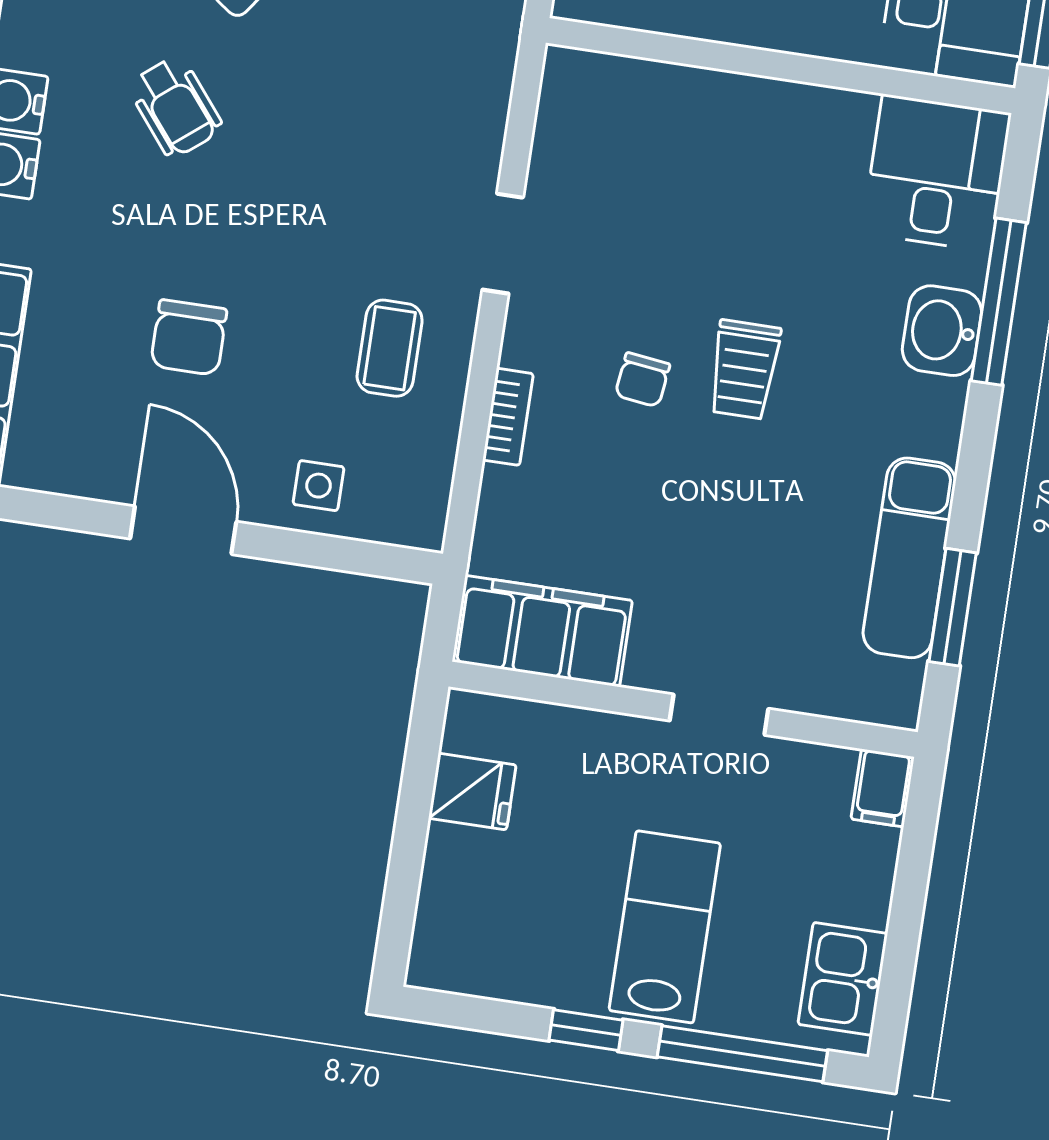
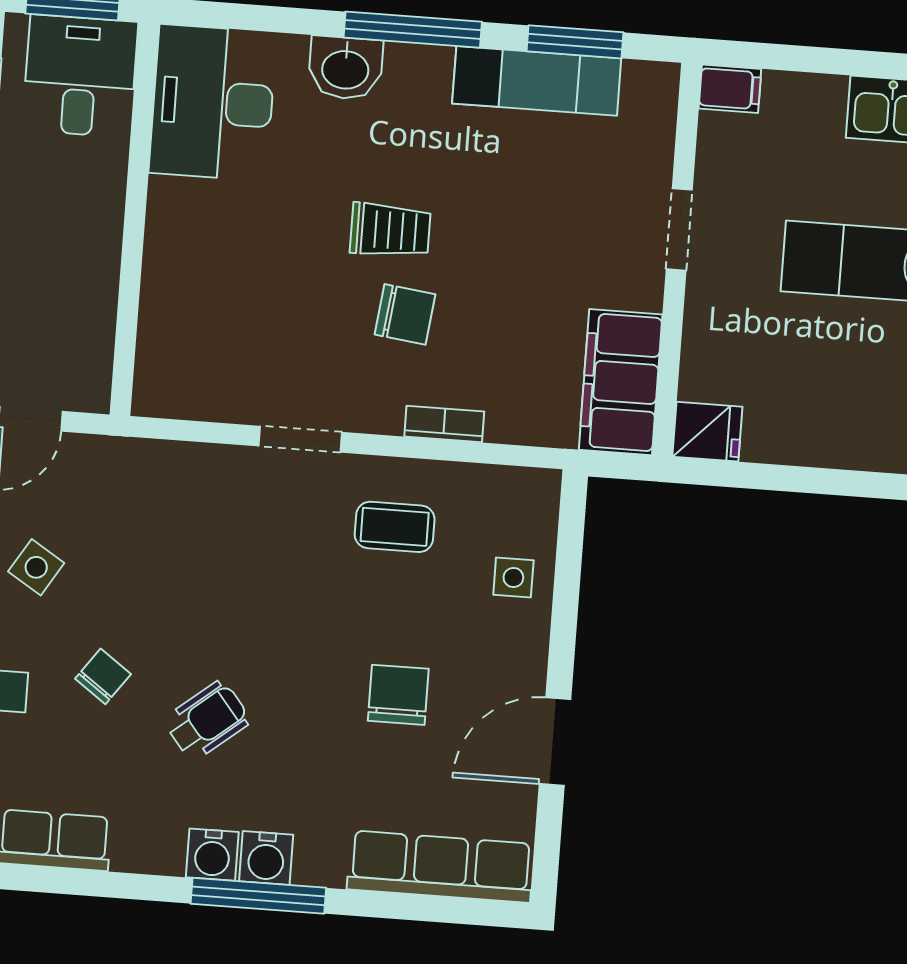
desk: (937, 173) -> (213, 103), width x1.37
window: (999, 302) -> (413, 30), moved
chair: (189, 337) -> (398, 695), turned -90
chair: (642, 380) -> (405, 314), width x1.37, depth x1.37
door: (183, 530) -> (555, 742), moved
fridge: (472, 792) -> (707, 432), moved, turned 90

